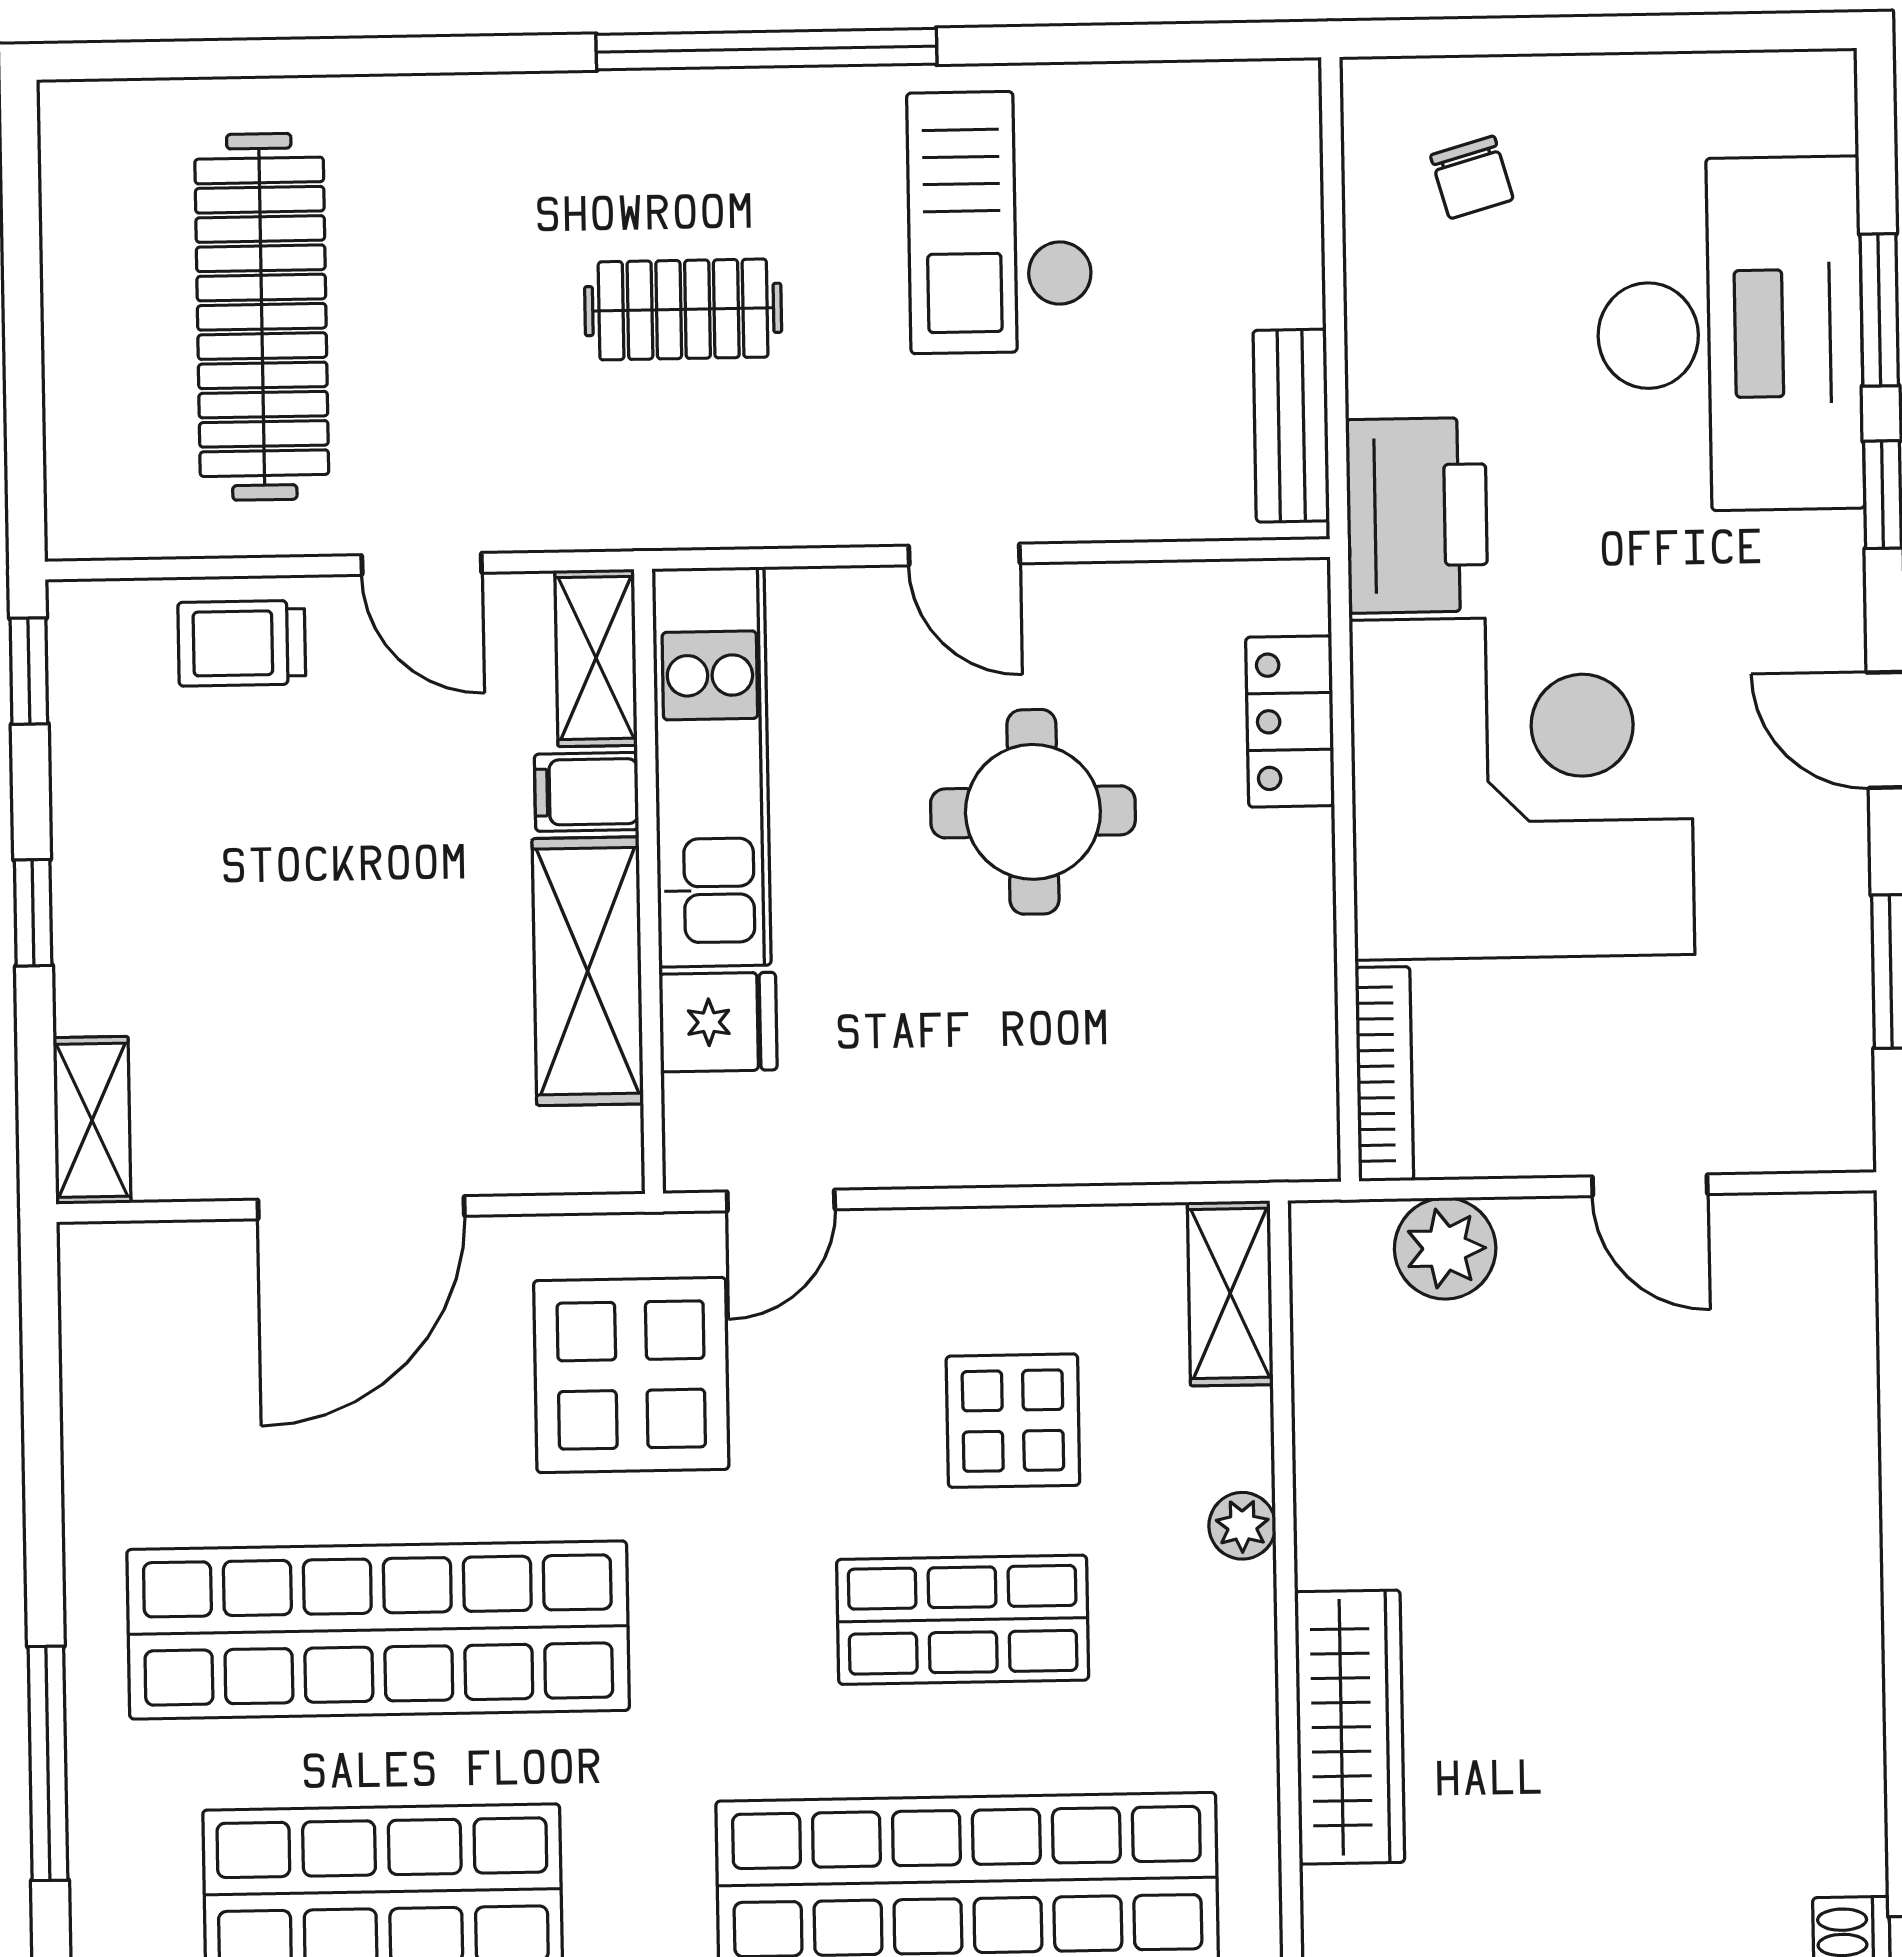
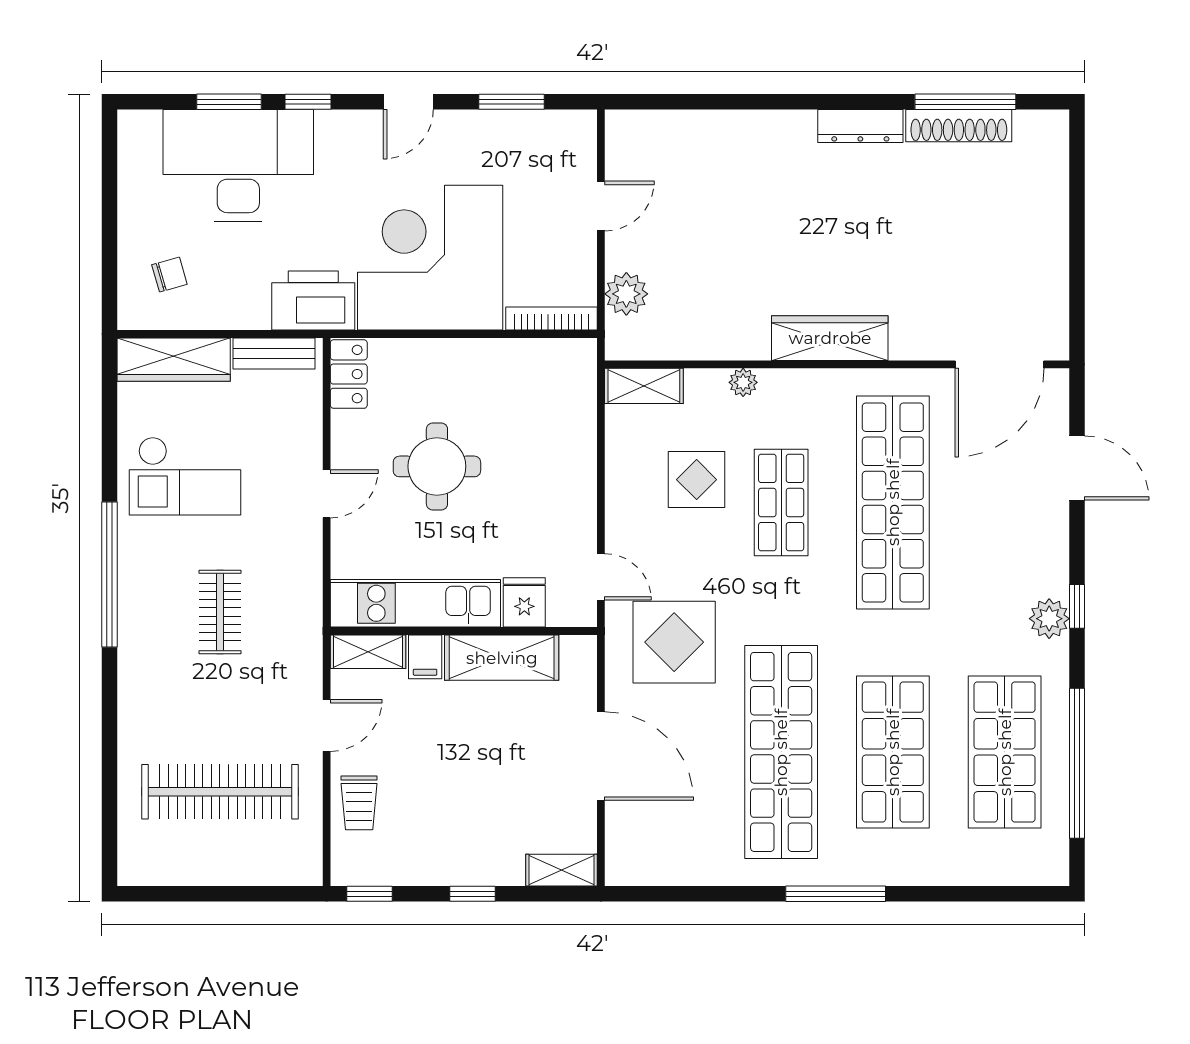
wardrobe: (1273, 191) -> (174, 360), added
locker: (1290, 721) -> (349, 374), moved, turned -90
dresser: (1848, 1790) -> (860, 126), added

